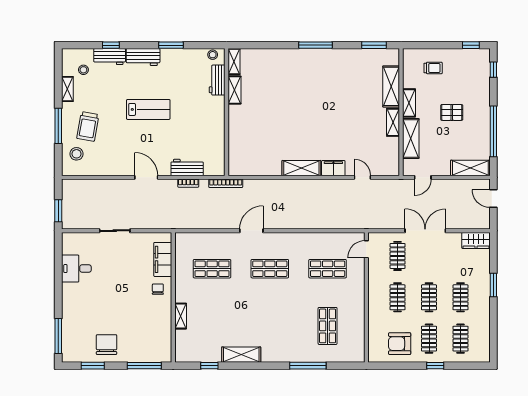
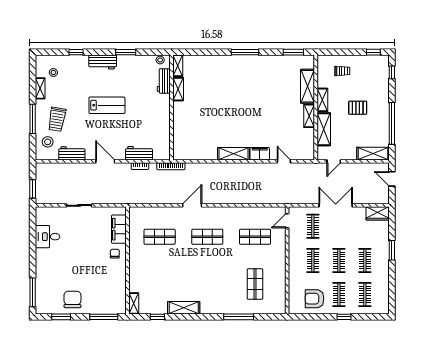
workbench: (110, 57) -> (72, 153), moved, turned 180
shelving: (181, 316) -> (134, 303), moved

